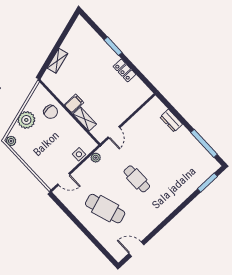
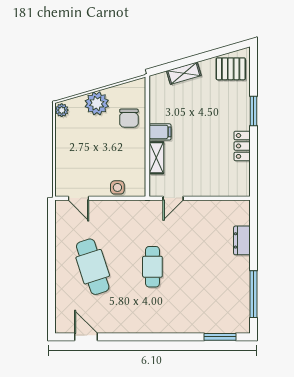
pallet: (80, 35) -> (231, 69), added
plant: (96, 158) -> (131, 207), removed

